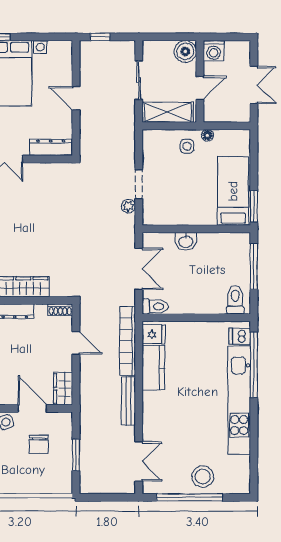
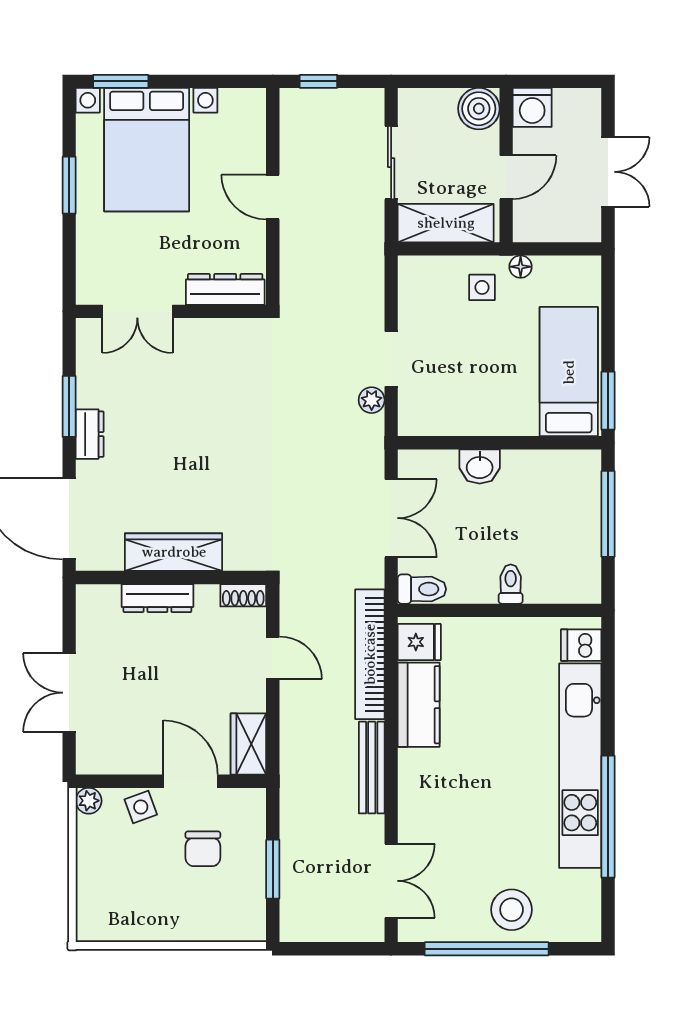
toilet: (235, 300) -> (511, 584), moved, width x0.73, depth x0.72
window: (254, 365) -> (608, 817), moved

